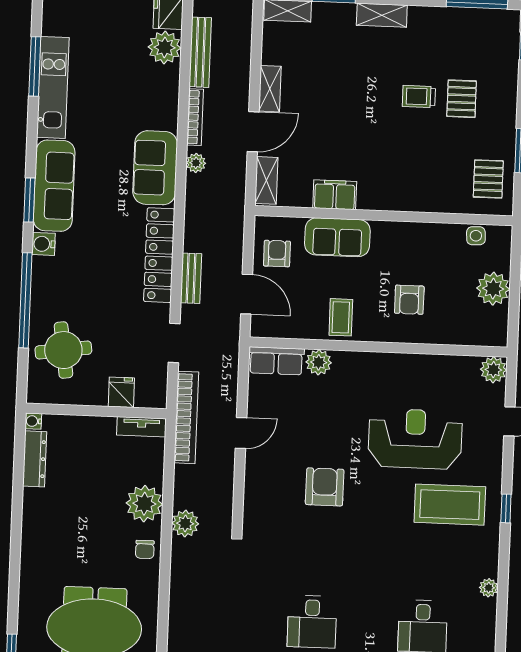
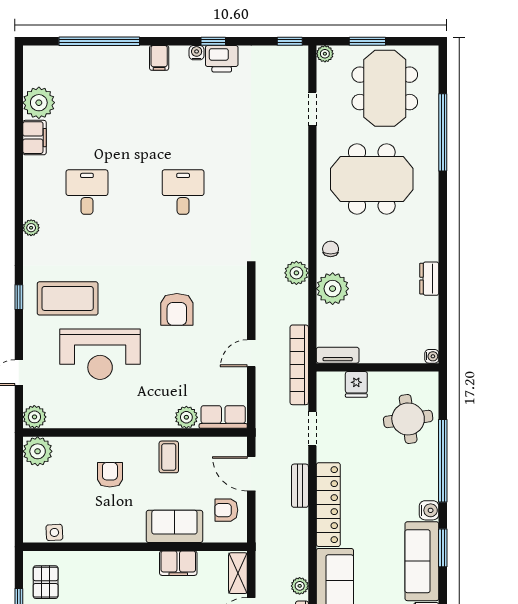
armchair: (277, 254) -> (226, 510), turned 90
plant: (493, 289) -> (38, 451), moved
dresser: (35, 459) -> (429, 279), moved, width x0.70

